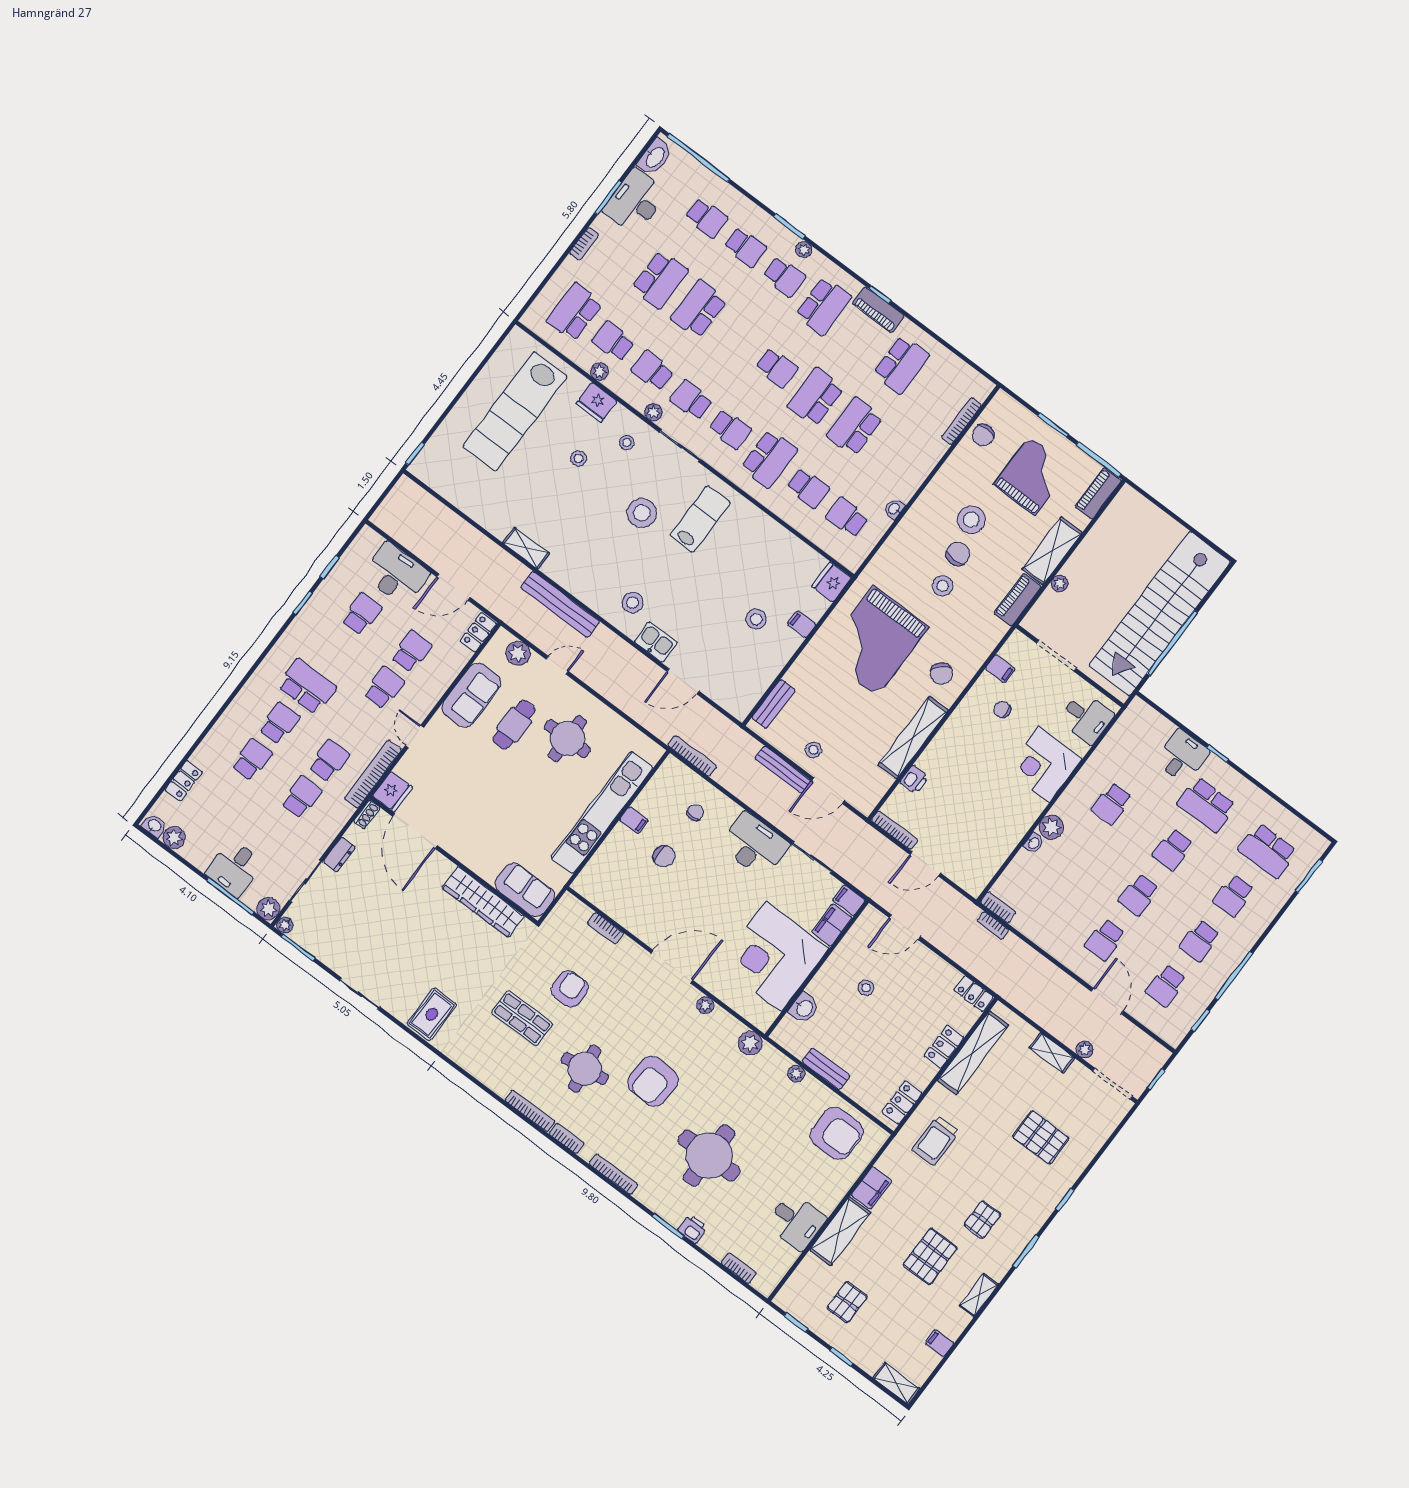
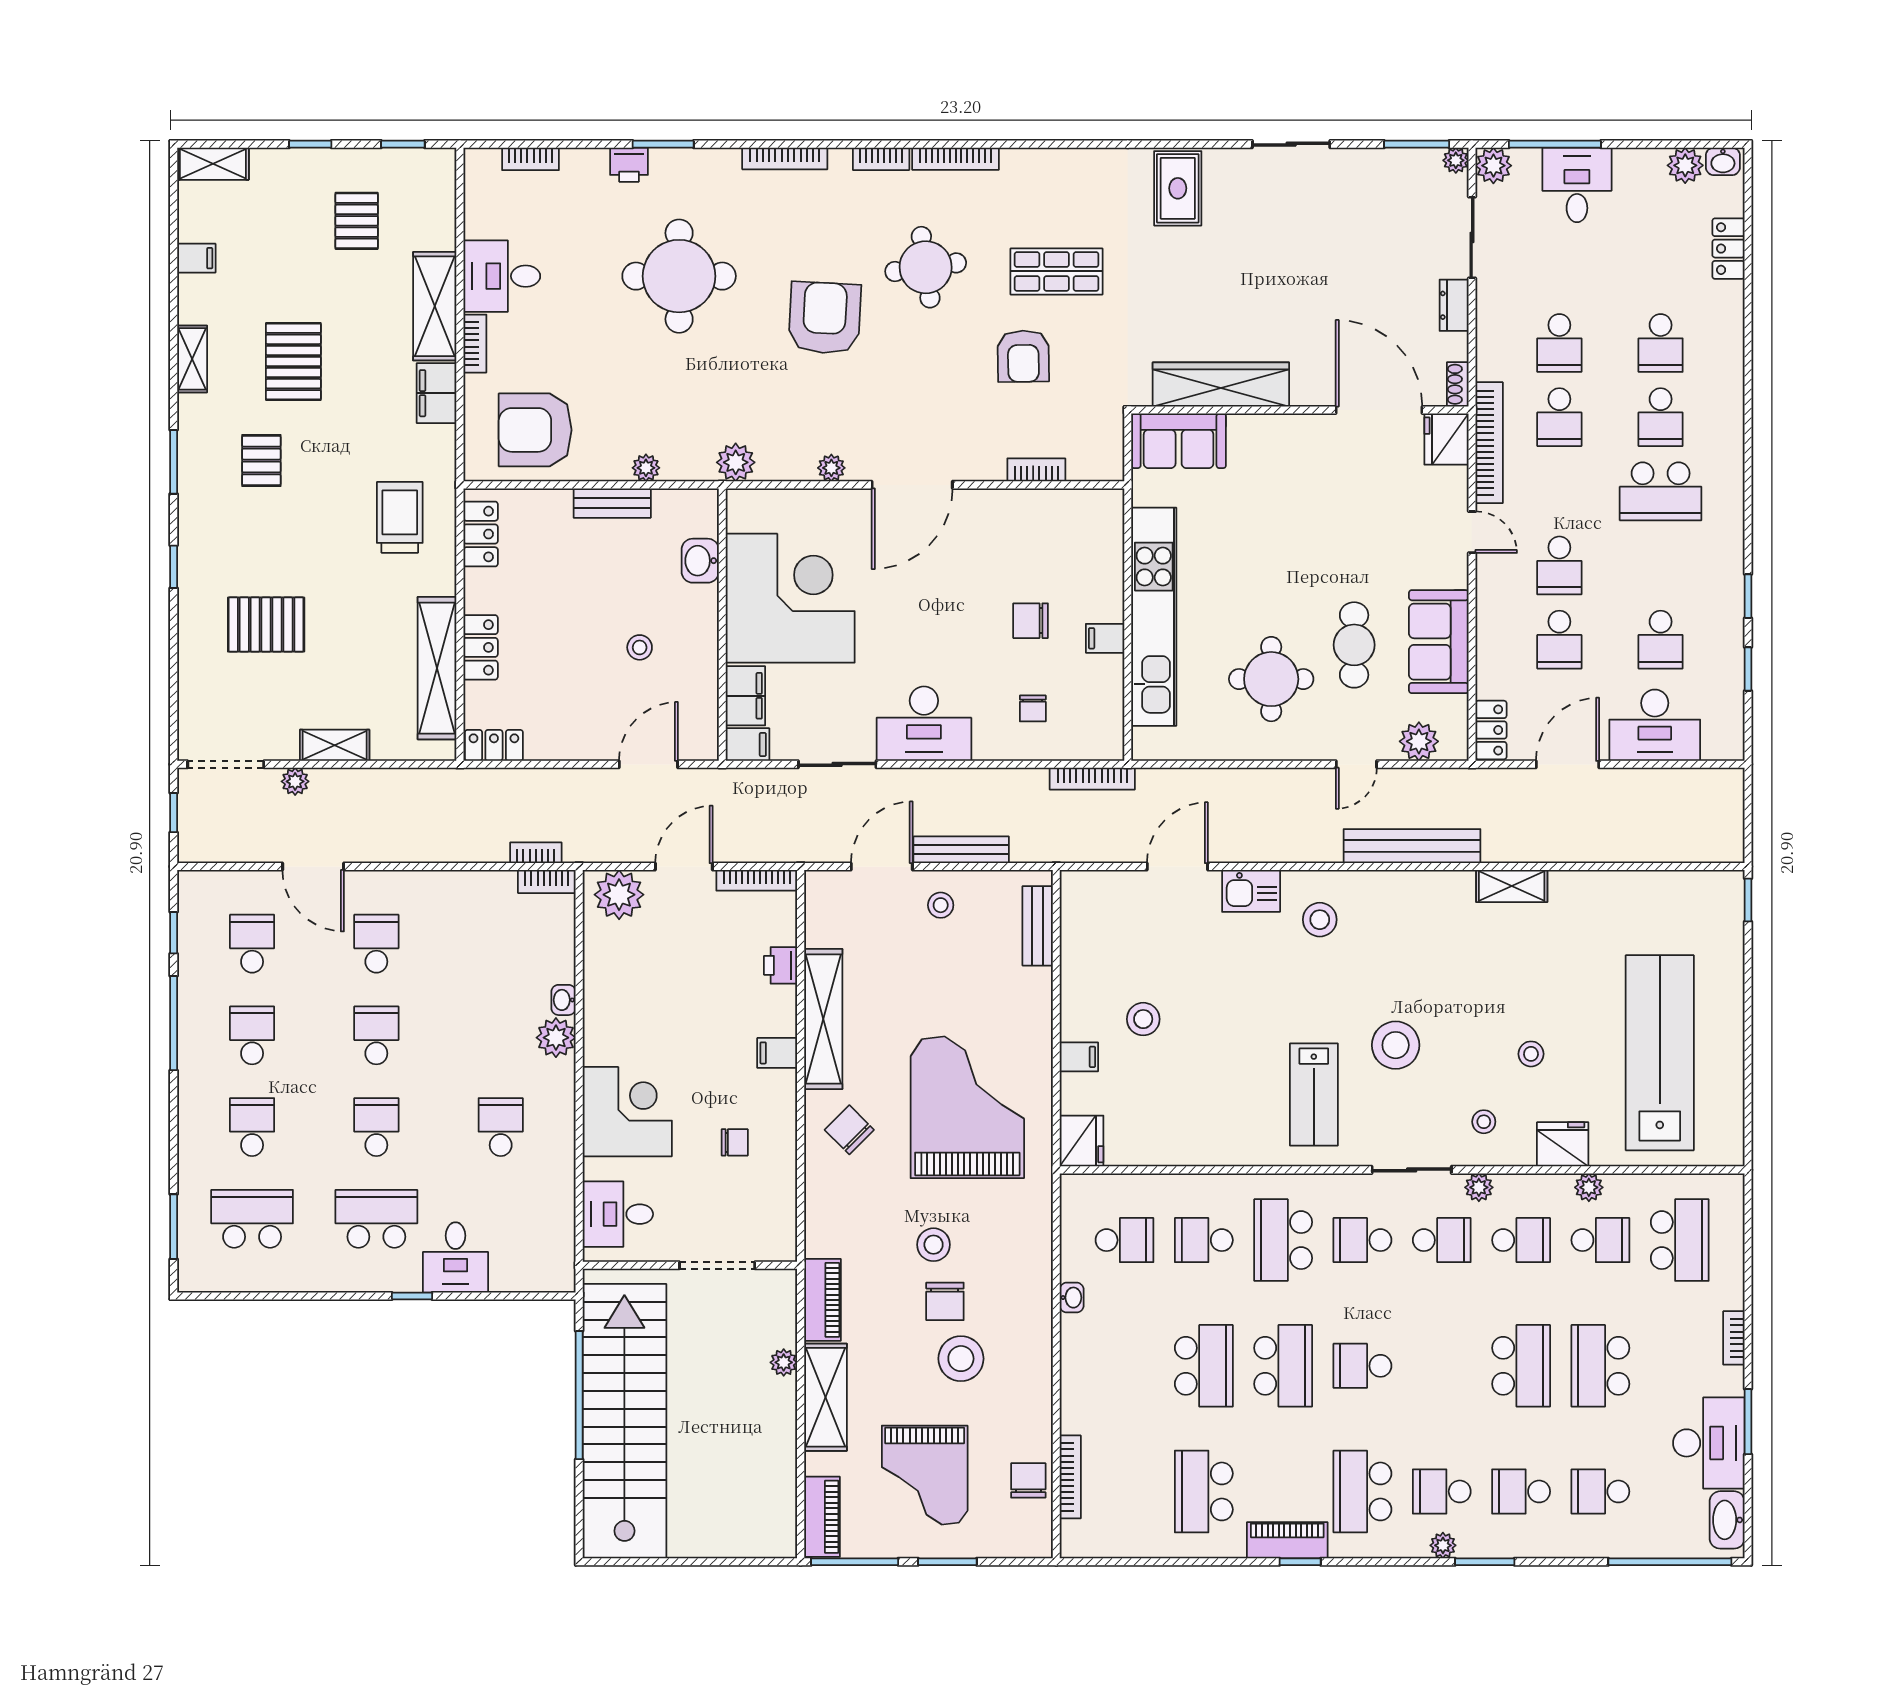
filing cabinet: (1000, 669) -> (777, 1053), moved
plant: (967, 874) -> (619, 895), added
bookcase: (834, 1198) -> (475, 344), added

